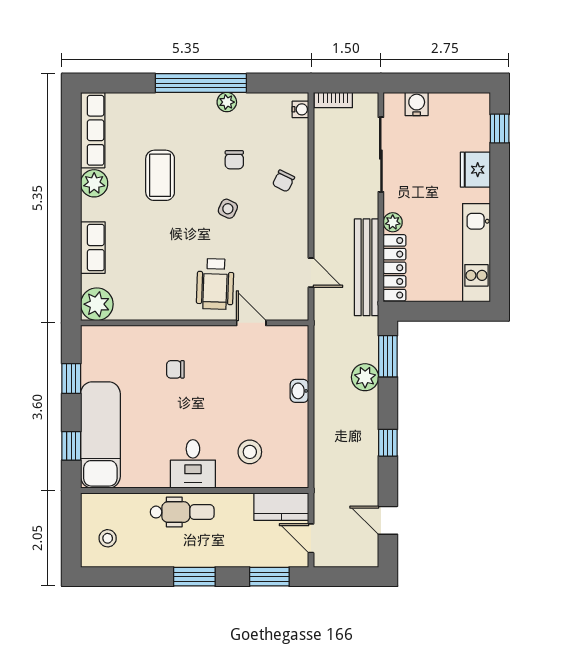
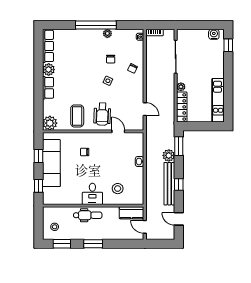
water cooler: (417, 104) -> (214, 34), moved
fridge: (475, 170) -> (218, 63), removed
coffee table: (160, 175) -> (77, 116), moved
row of seats: (93, 248) -> (48, 88), moved
bench: (367, 267) -> (169, 184), moved
exam couch: (100, 435) -> (51, 163), moved
window: (269, 577) -> (62, 244), moved

